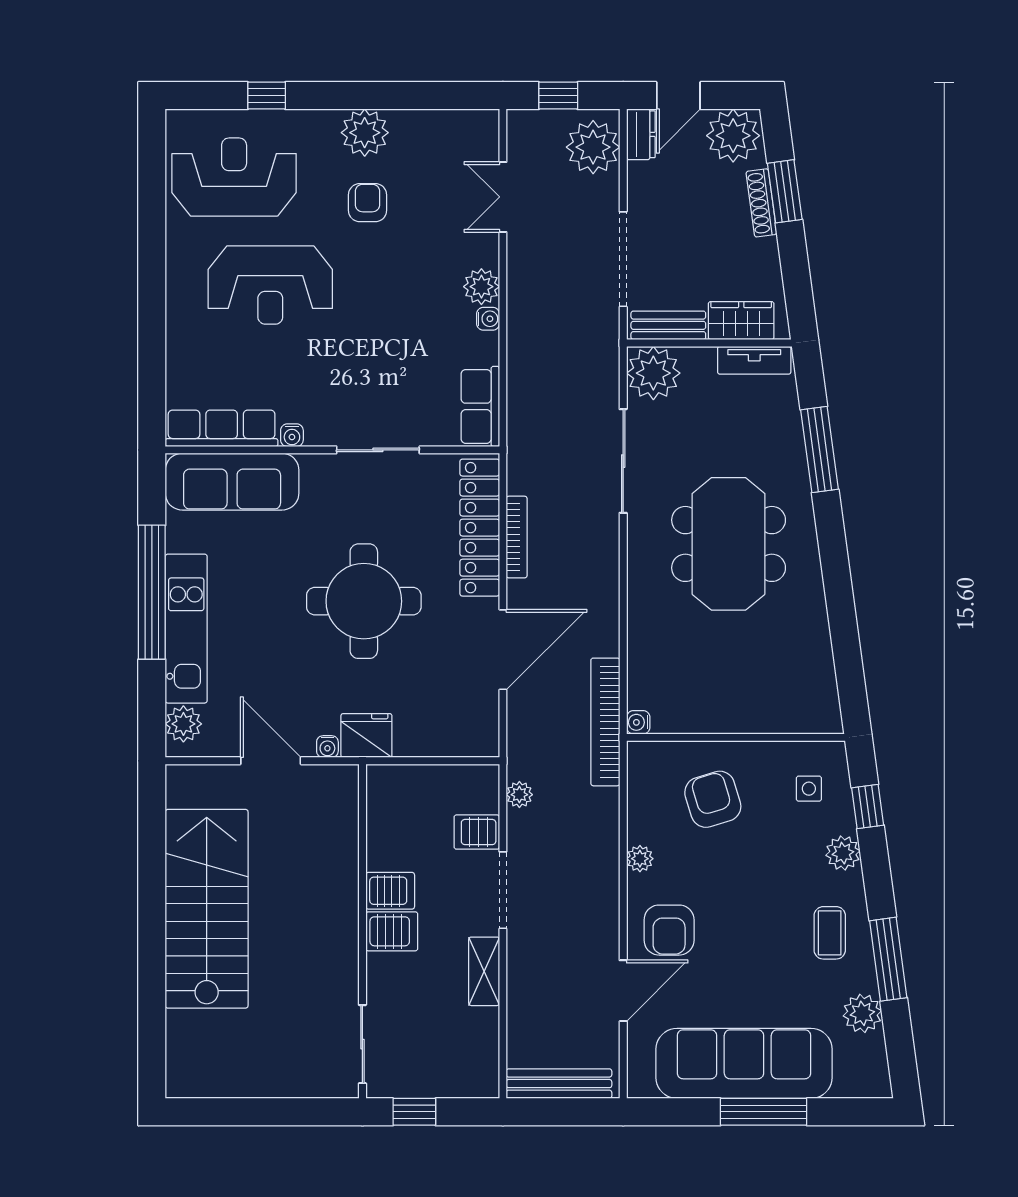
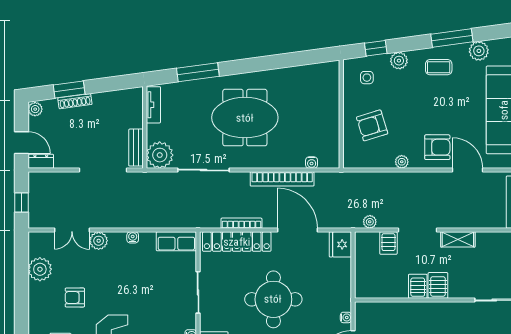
plant: (365, 133) -> (40, 269), moved
plant: (733, 136) -> (35, 109), width x0.53, depth x0.53
plant: (593, 147) -> (47, 185), removed
plant: (481, 287) -> (99, 241), moved
wardrobe: (741, 321) -> (134, 111), removed
bookcase: (605, 722) -> (282, 179), moved
water cooler: (638, 722) -> (312, 163), moved
fridge: (366, 735) -> (340, 244), moved

